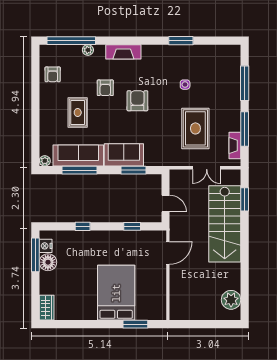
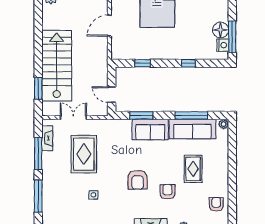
door: (165, 204) -> (112, 95), moved
door: (168, 253) -> (109, 26), moved

